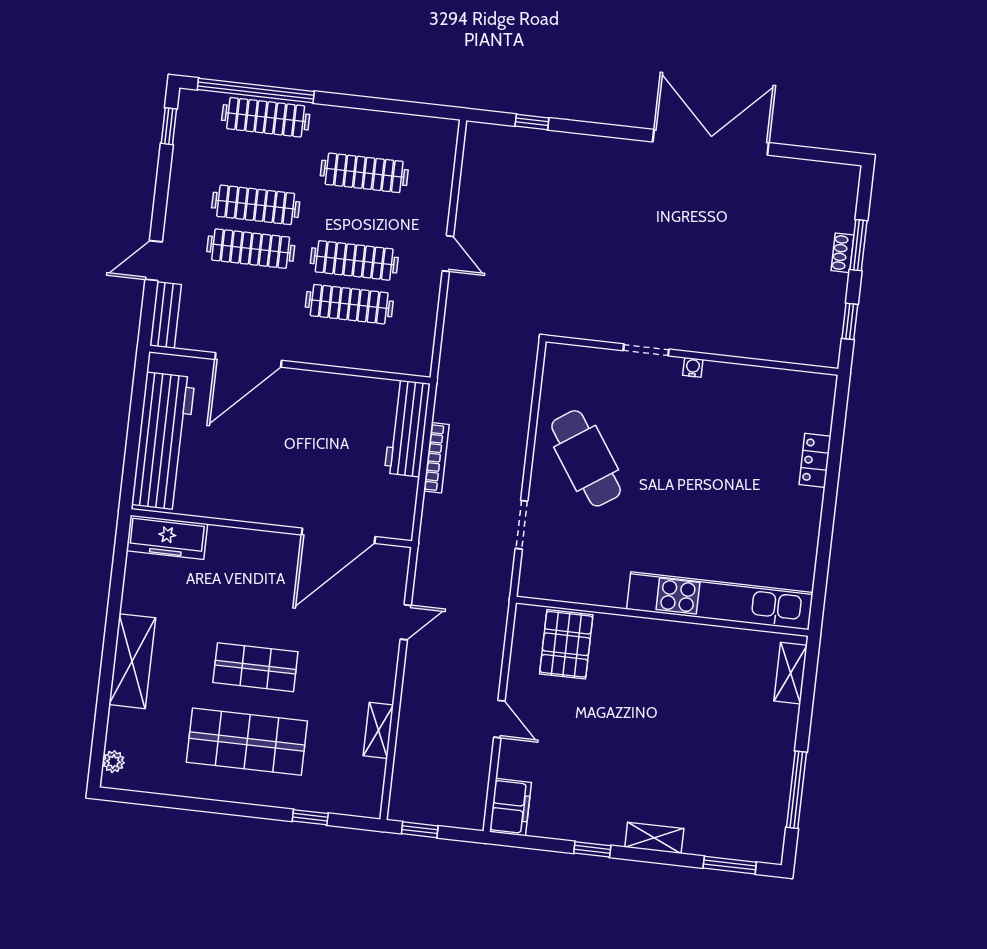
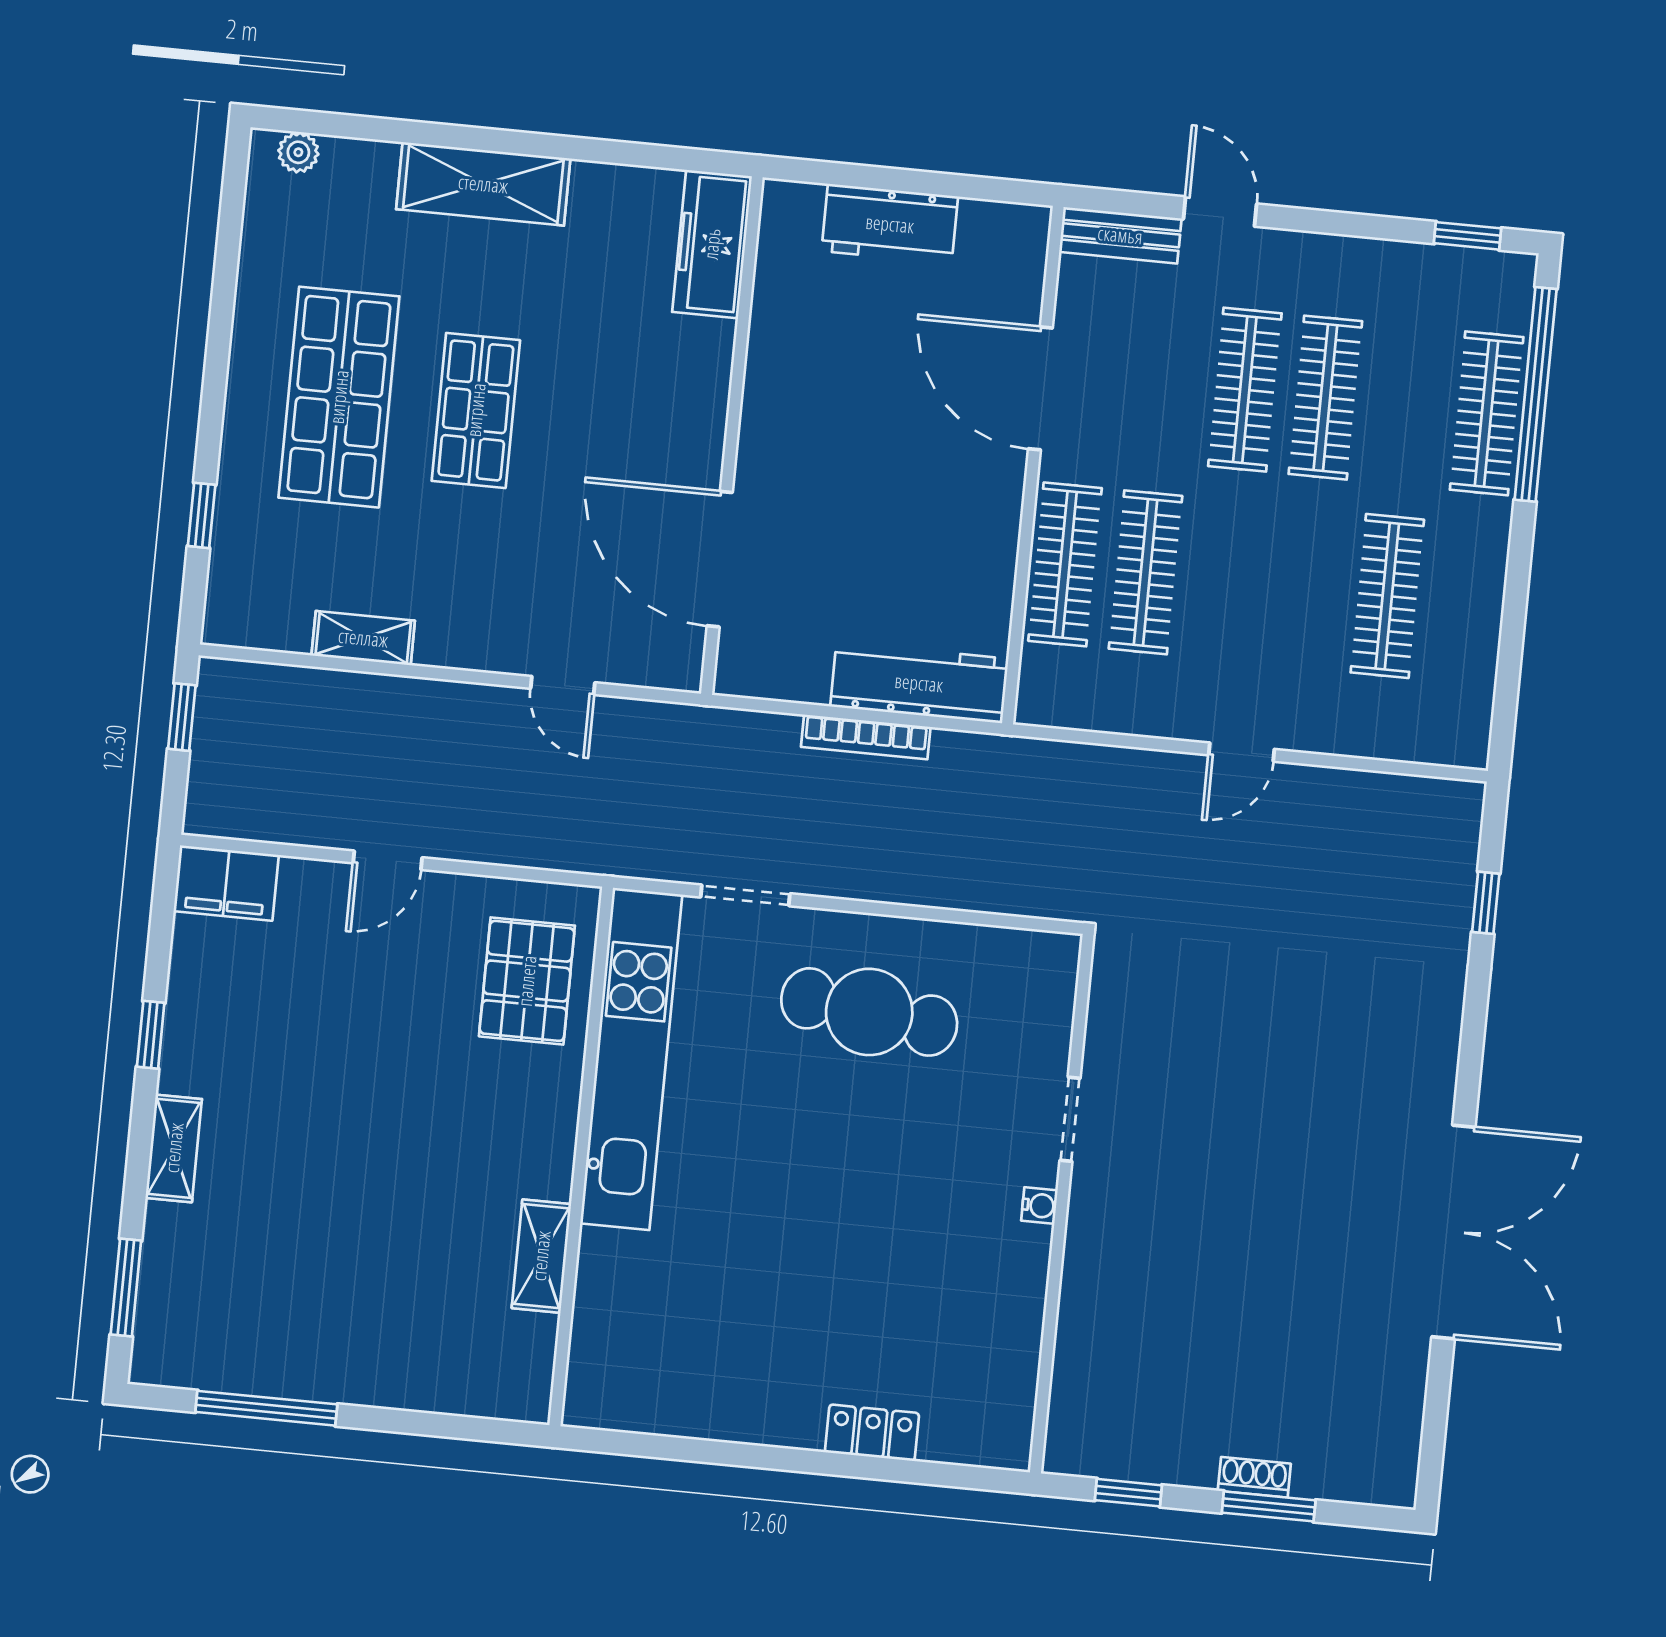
clothes rail: (354, 260) -> (1065, 564), moved
workbench: (163, 441) -> (890, 224), width x0.53, depth x0.76
cafe table: (586, 458) -> (869, 1012), turned 41
kitchen unit: (720, 601) -> (631, 1059), moved
pallet: (566, 644) -> (527, 981), turned 90
shelving: (790, 673) -> (541, 1256), moved, turned 90

